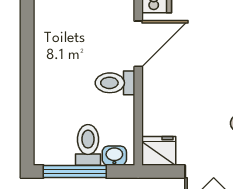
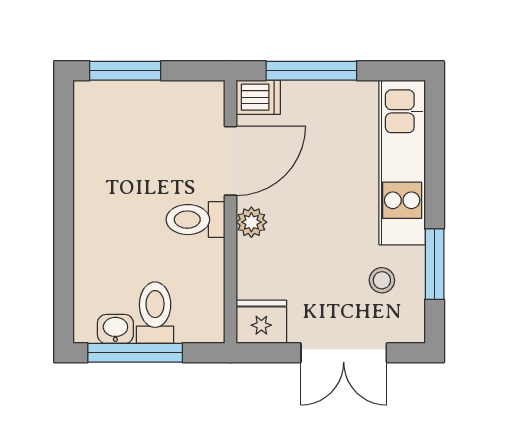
plant: (152, 85) -> (251, 222), added
washbasin: (114, 156) -> (115, 329), moved

